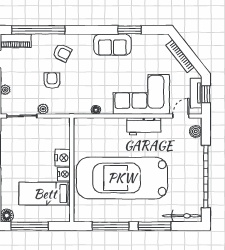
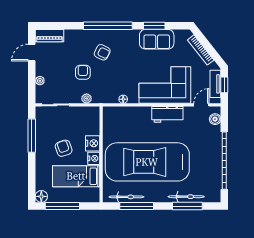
window: (38, 30) -> (108, 26), moved
sofa: (112, 45) -> (157, 39), moved
armchair: (62, 53) -> (102, 52), moved
plant: (43, 109) -> (87, 98), moved
armchair: (31, 163) -> (64, 148), added
bicycle: (99, 216) -> (126, 197), added
bicycle: (182, 216) -> (186, 197), moved
window: (155, 226) -> (187, 206), moved

